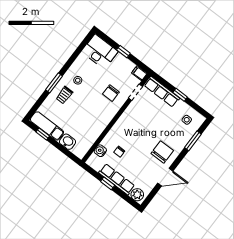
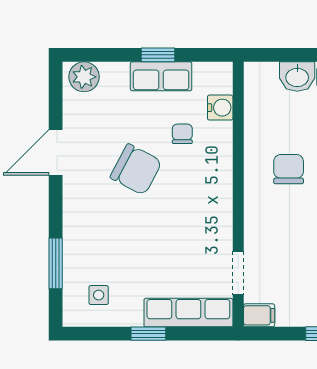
chair: (111, 93) -> (289, 169), moved
chair: (162, 152) -> (136, 169), moved, turned -62
row of seats: (117, 179) -> (161, 76), width x0.68

